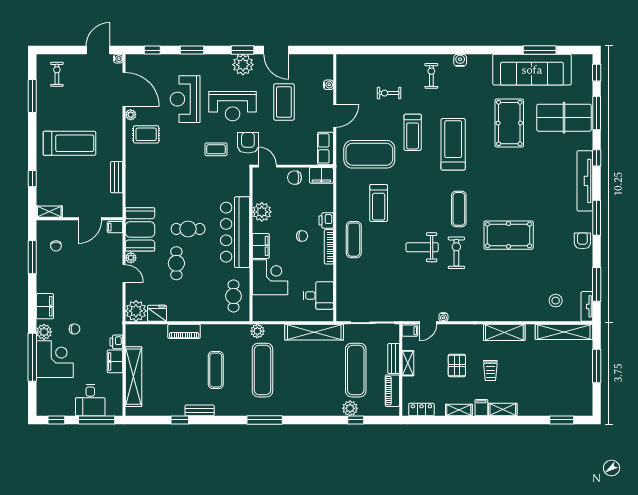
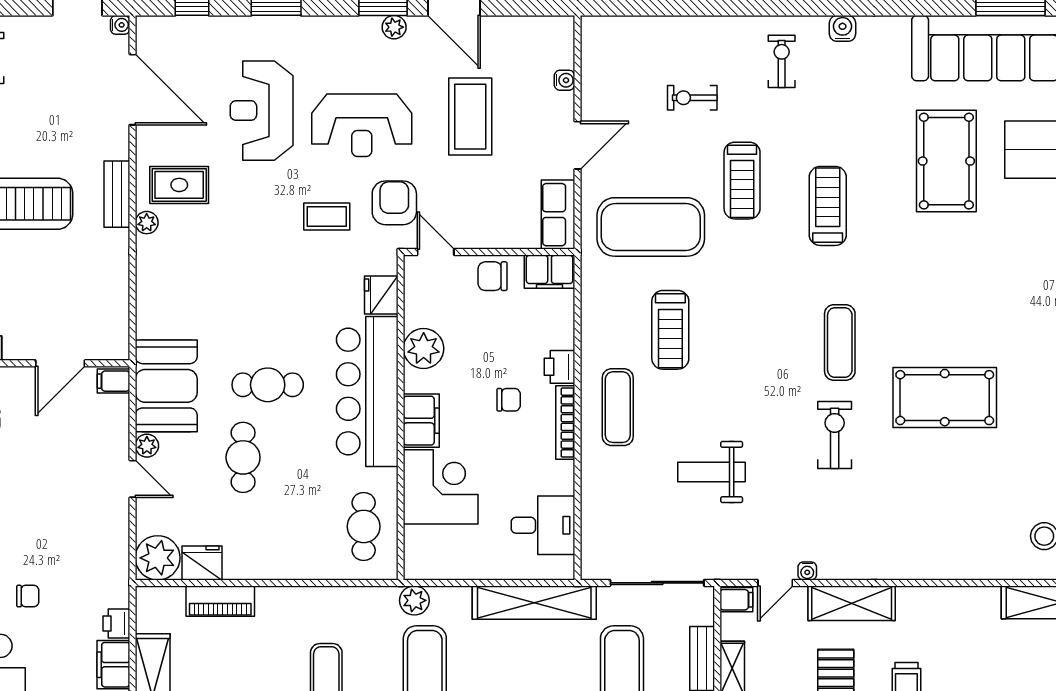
plant: (243, 65) -> (394, 27), width x0.53, depth x0.53
plant: (131, 115) -> (147, 223), moved
treadmill: (453, 144) -> (828, 206), width x0.73, depth x0.73
bench: (117, 177) -> (117, 194), moved
fridge: (242, 186) -> (381, 295), added
weight bench: (422, 247) -> (711, 472), moved
piano: (184, 331) -> (220, 601), moved
shelving: (504, 332) -> (852, 603), moved

